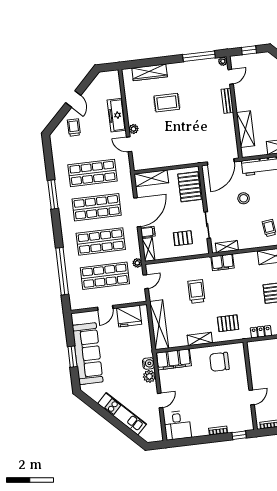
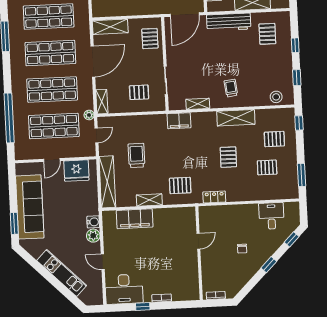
pallet: (190, 187) -> (150, 39), width x0.67, depth x0.71
stool: (244, 198) -> (206, 55), removed
filing cabinet: (148, 232) -> (103, 83), removed
shelving: (227, 247) -> (198, 104), moved
trolley: (196, 291) -> (136, 155), moved
window: (72, 357) -> (14, 223), moved
filing cabinet: (174, 359) -> (135, 219), moved
chair: (219, 362) -> (168, 226), removed
door: (252, 397) -> (198, 241), moved
door: (160, 400) -> (103, 262), swing flipped
desk: (177, 425) -> (124, 289), width x1.37
window: (239, 435) -> (143, 306), moved

